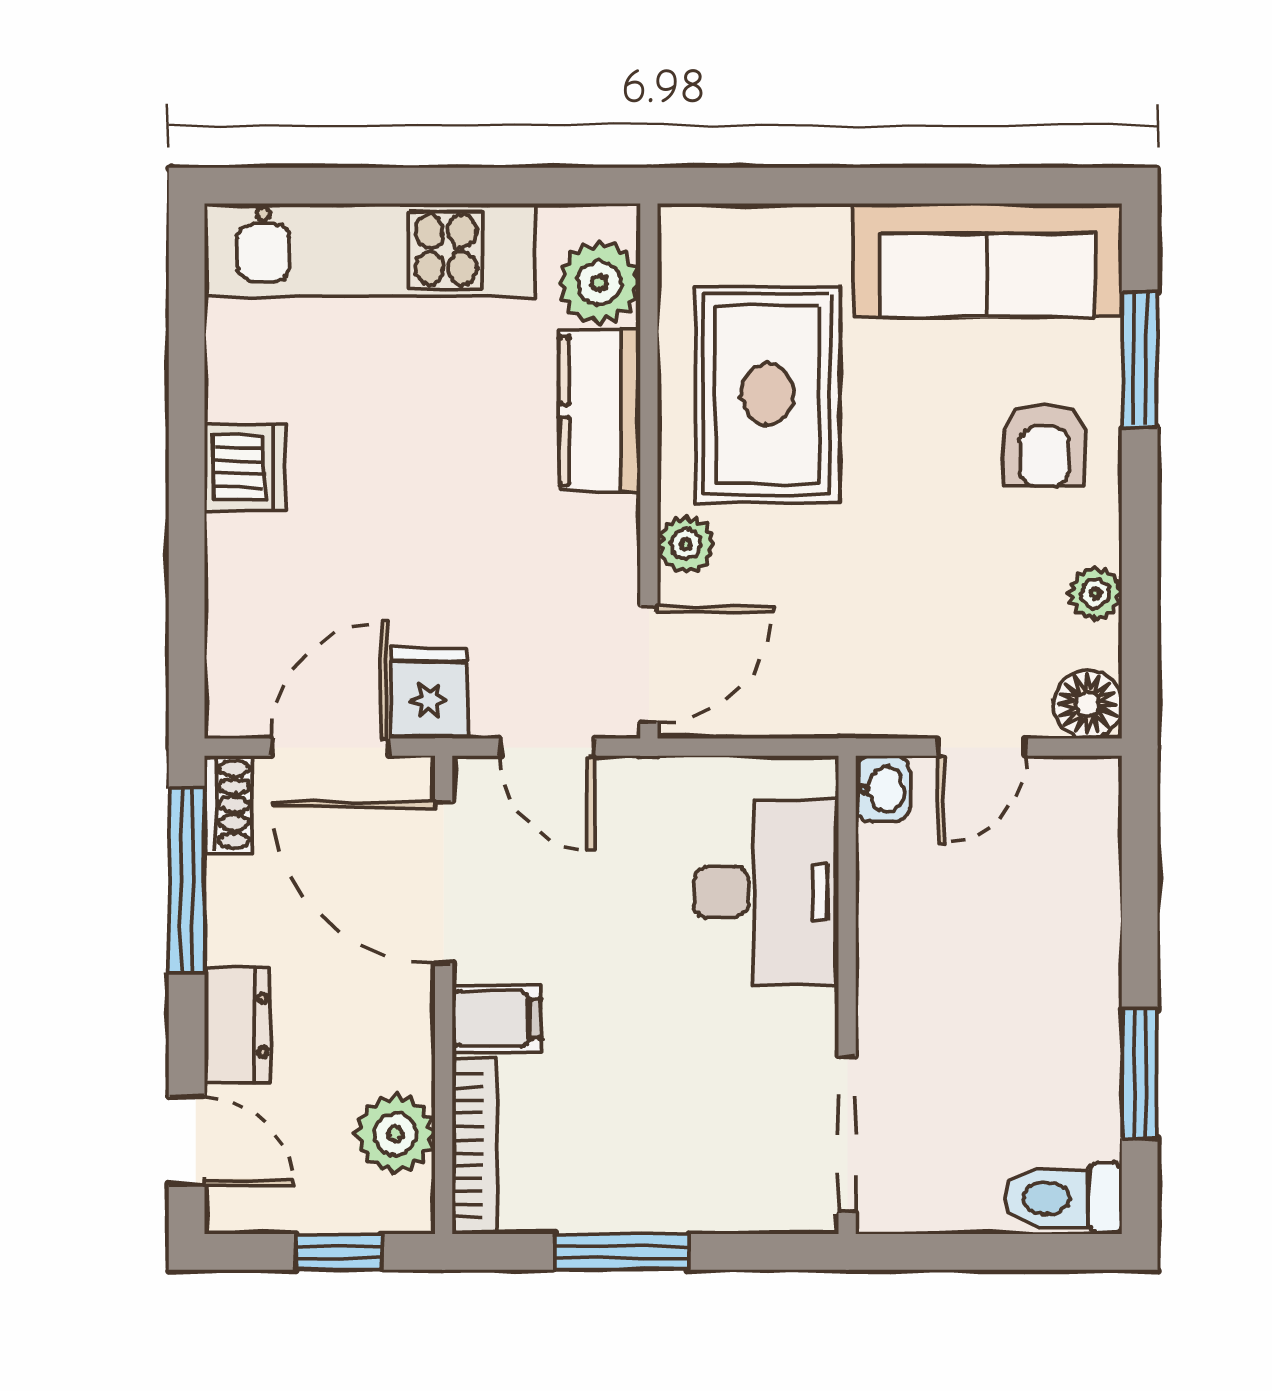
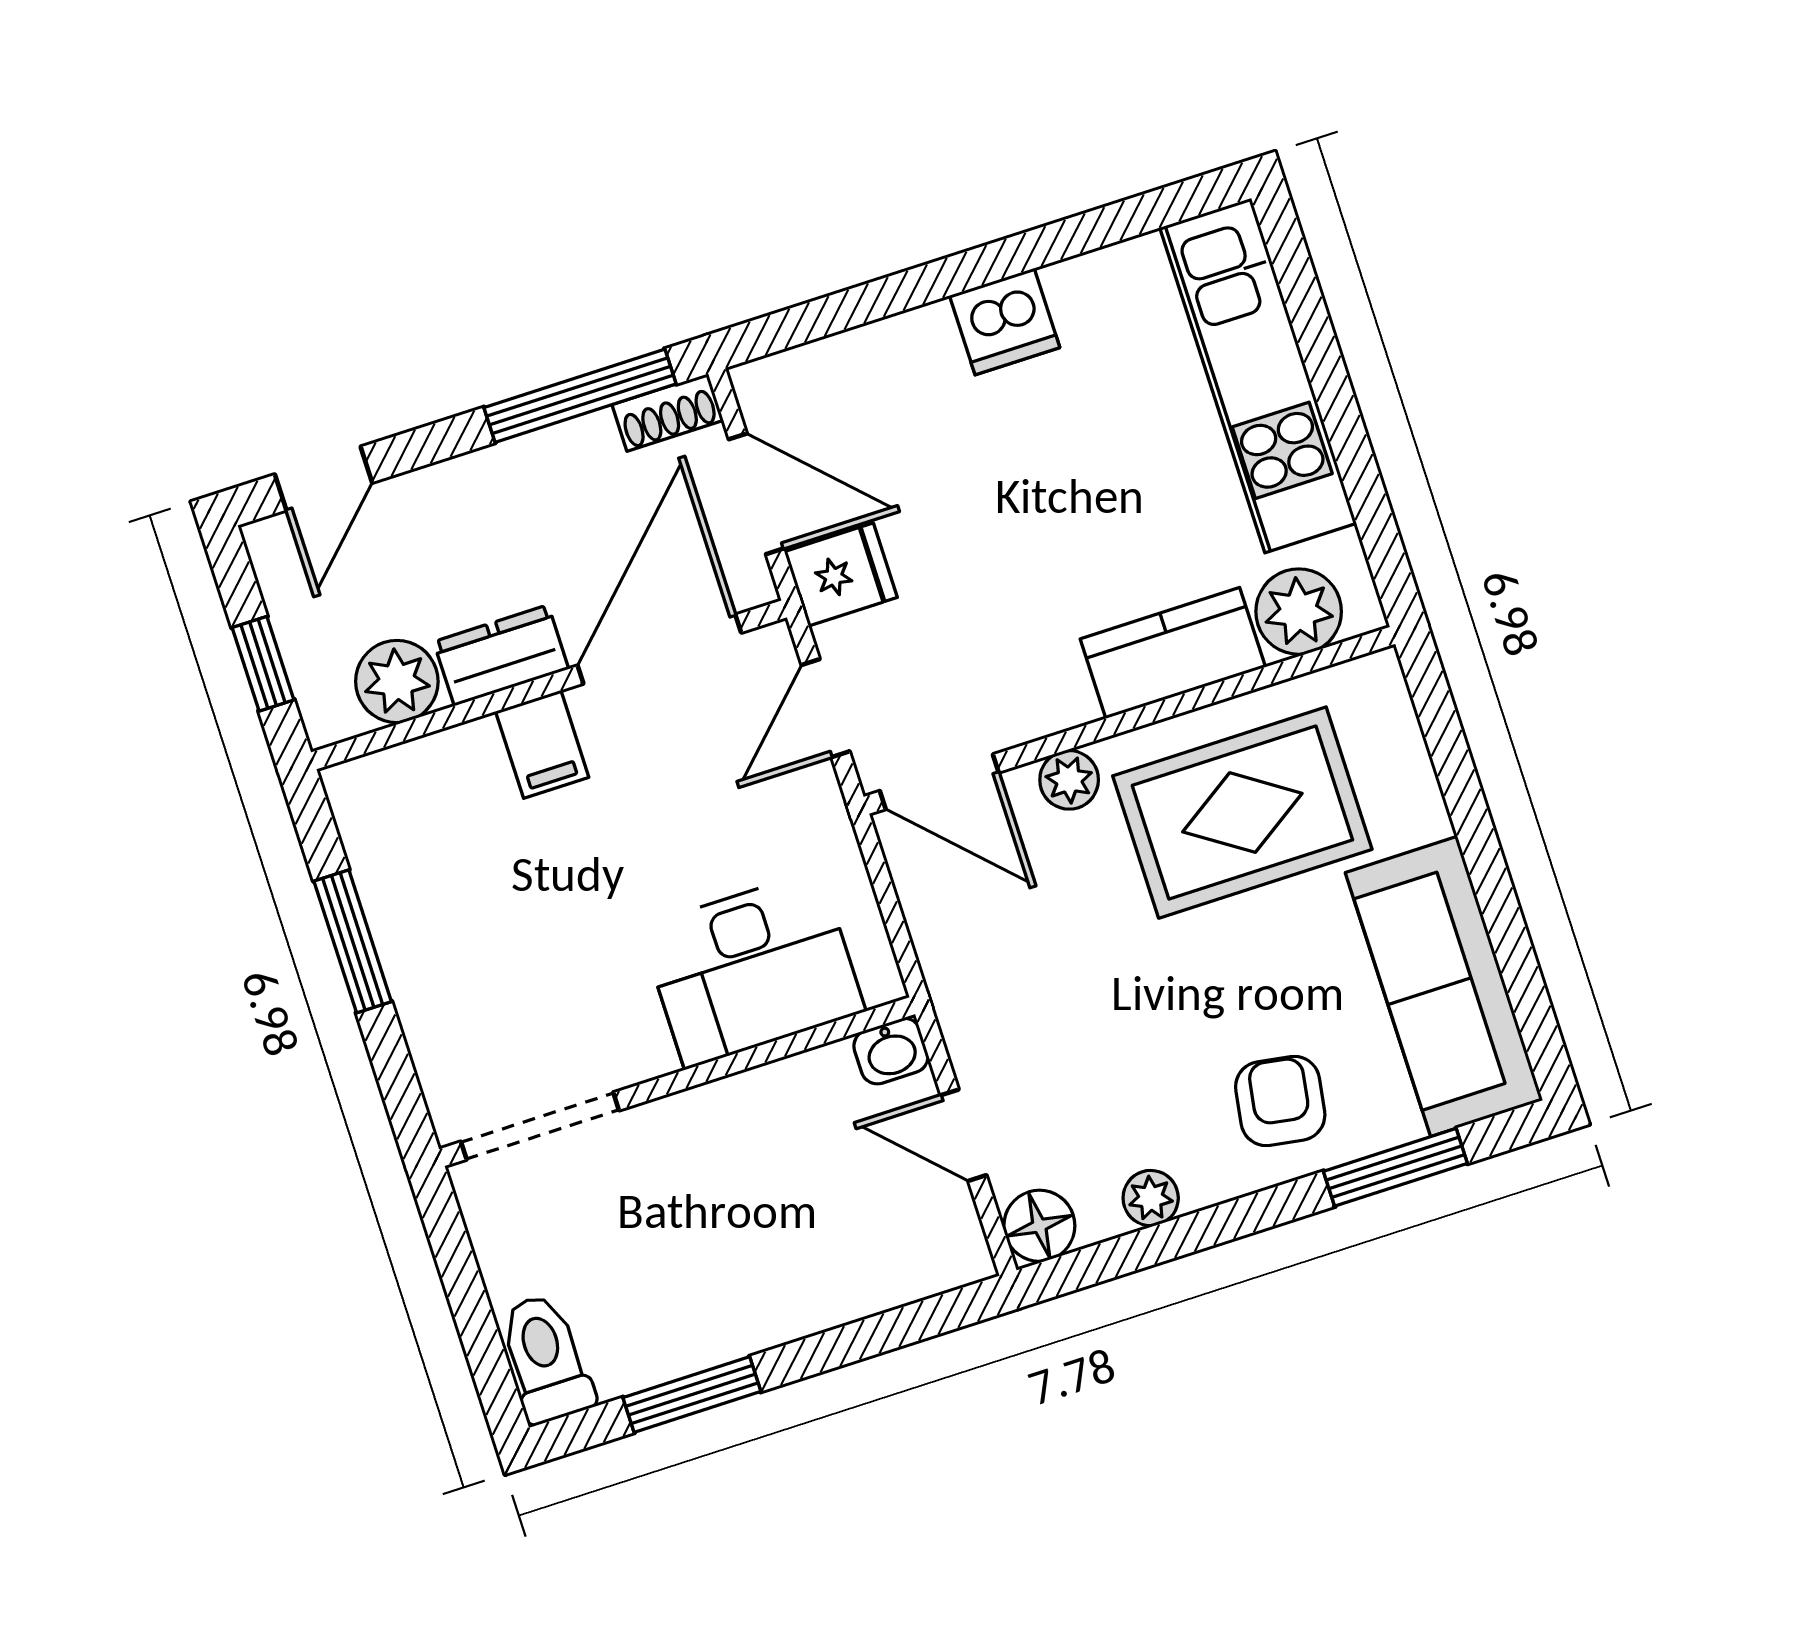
armchair: (1044, 445) -> (1280, 1101), turned 99
dresser: (237, 1025) -> (501, 655), moved, turned 180
bookcase: (475, 1146) -> (410, 763), removed

